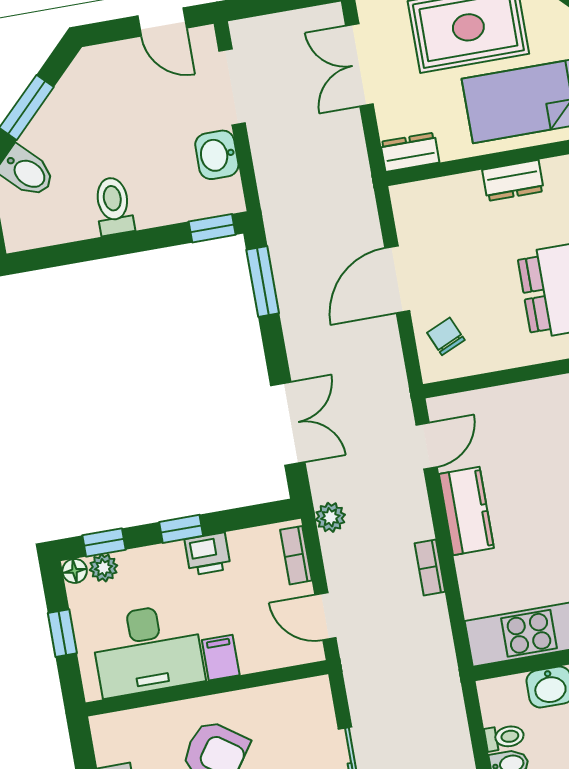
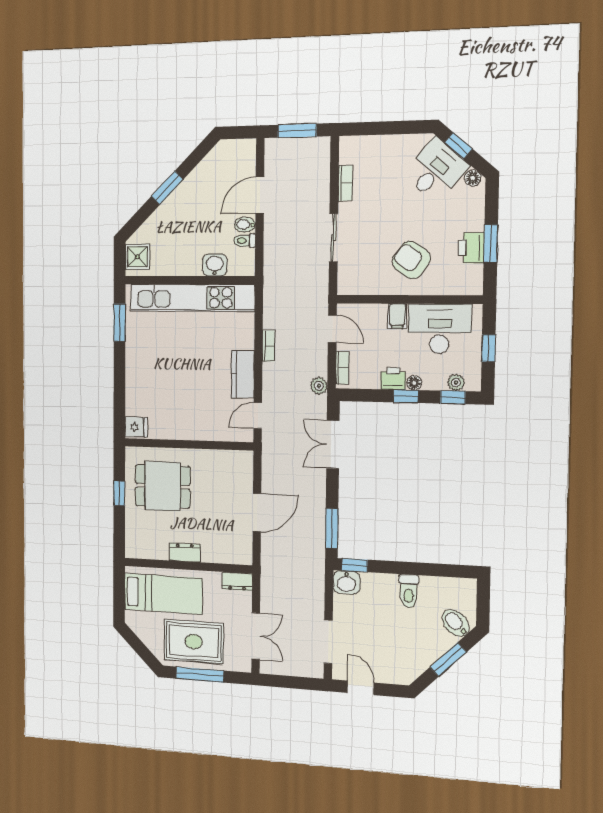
washbasin: (217, 155) -> (346, 582), moved, turned 90
chair: (446, 336) -> (236, 475), removed
floor lamp: (75, 571) -> (414, 383), moved

